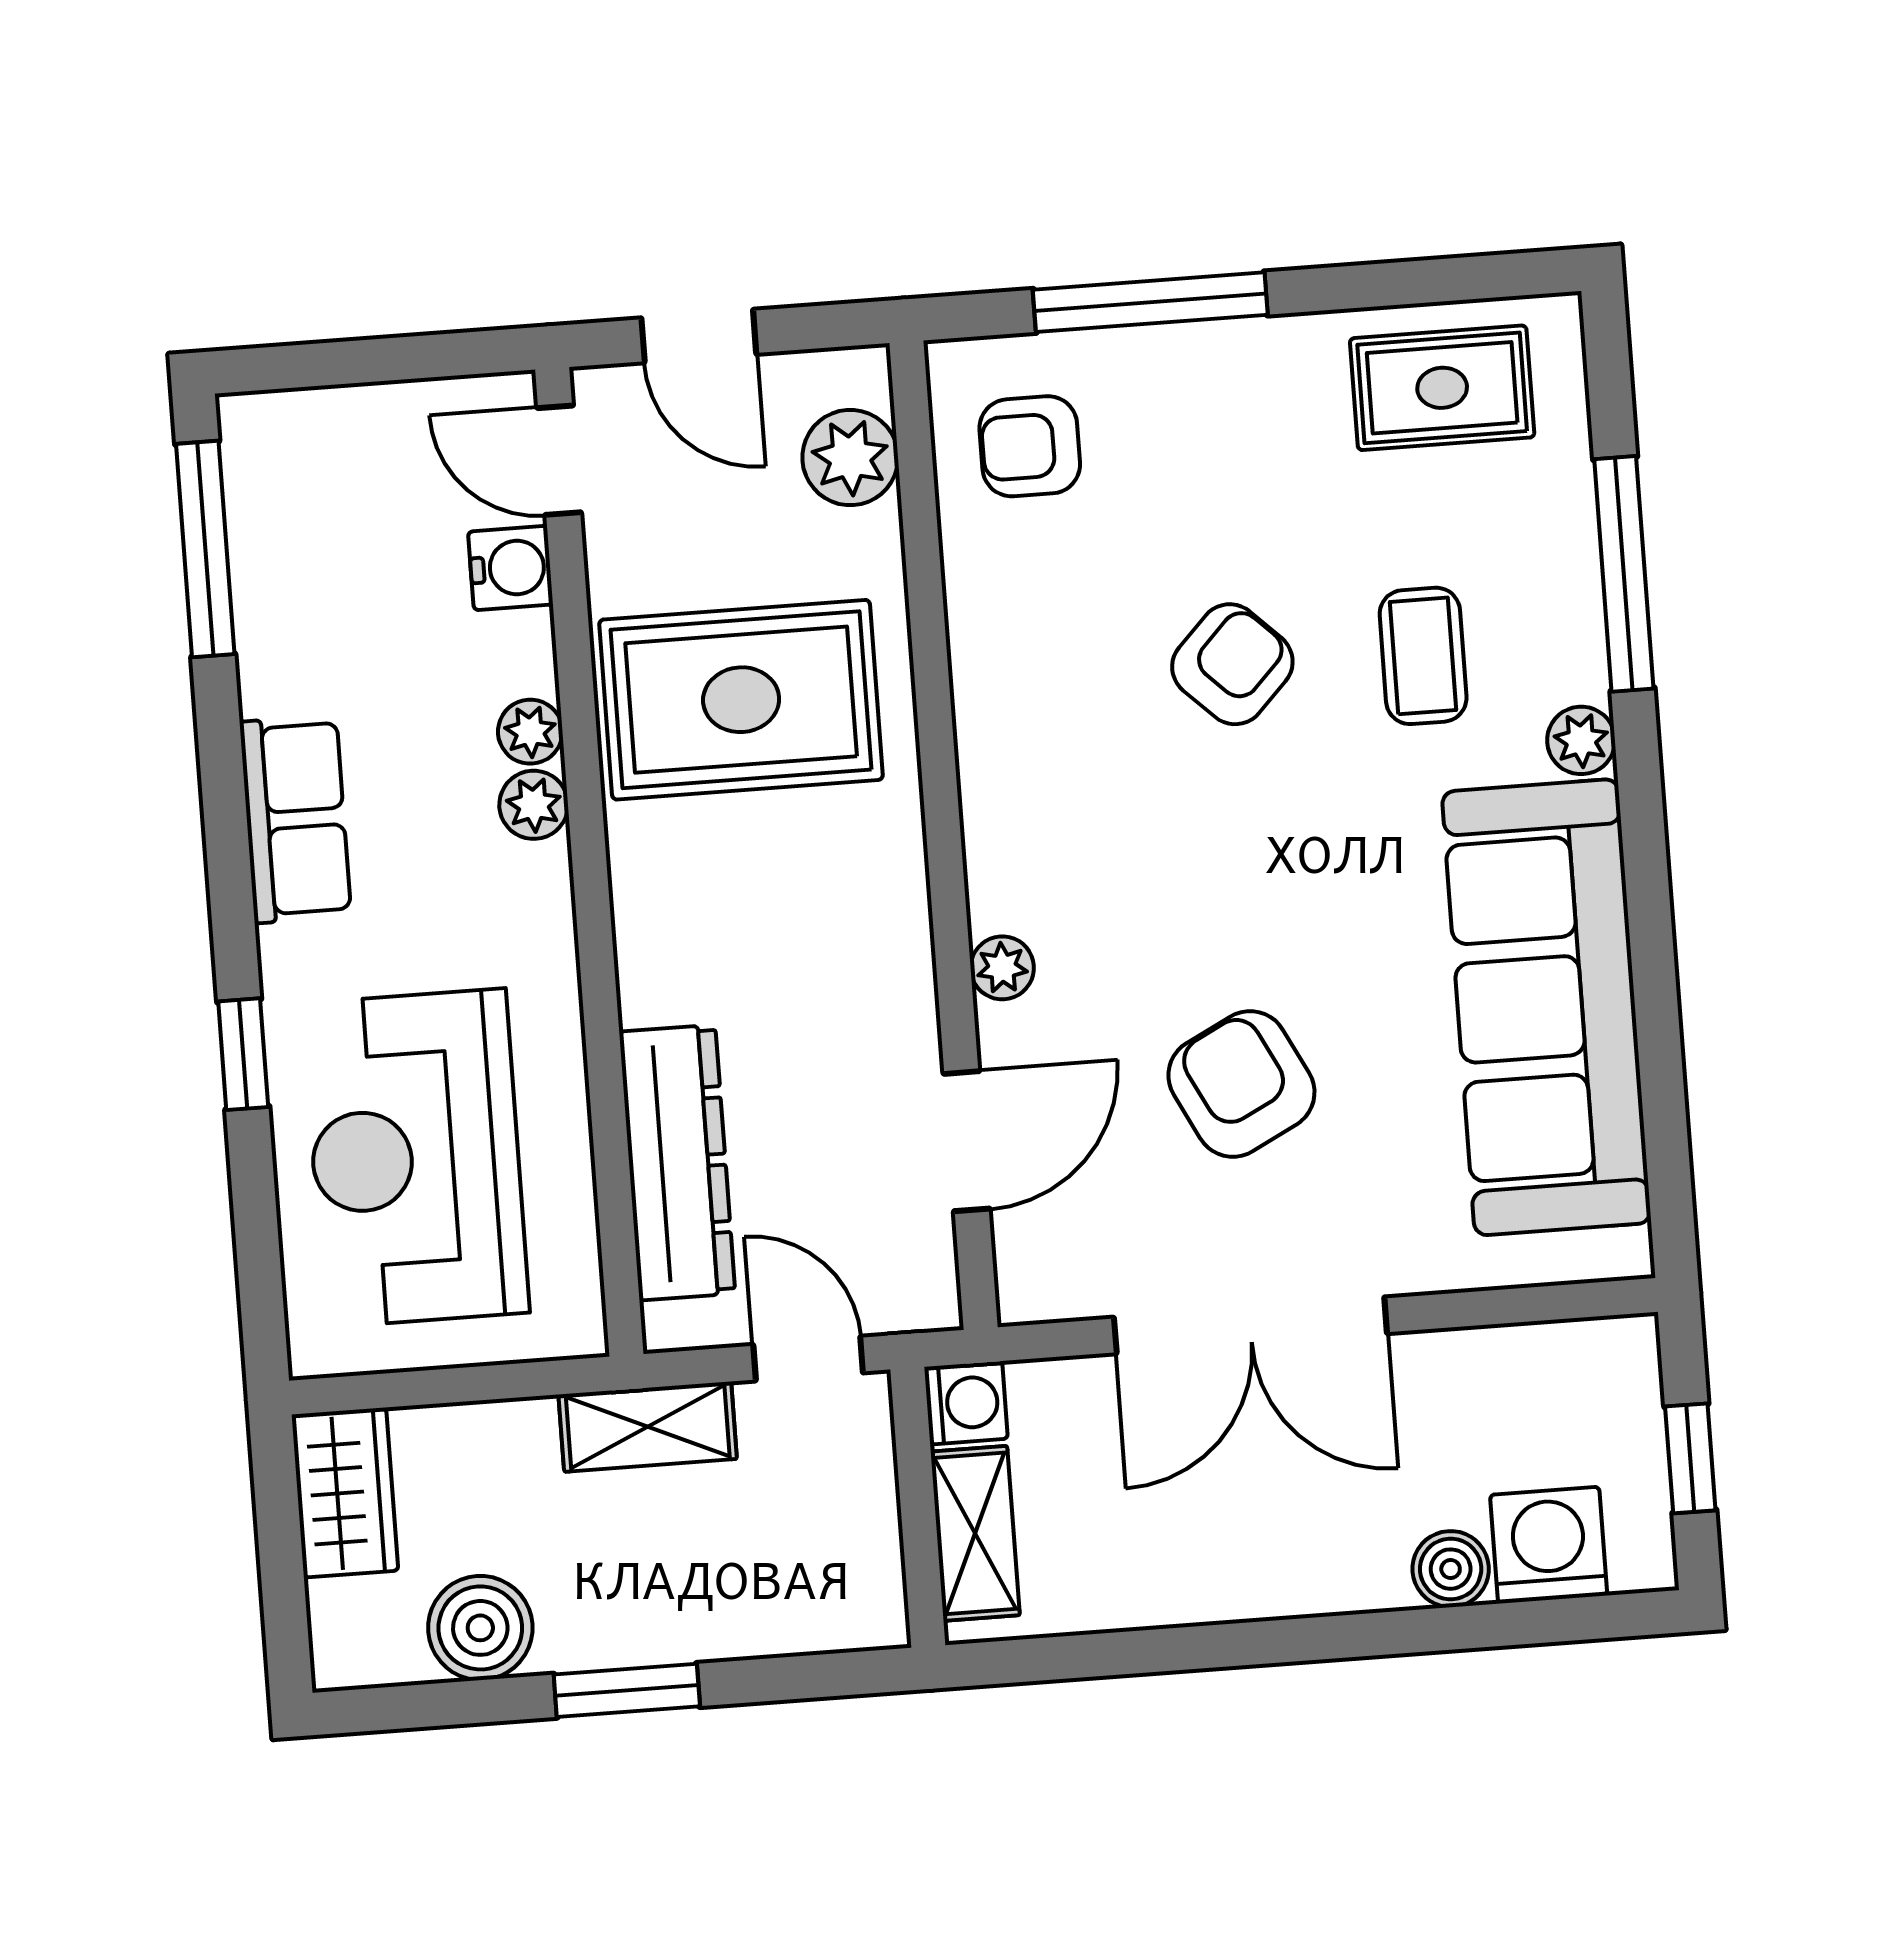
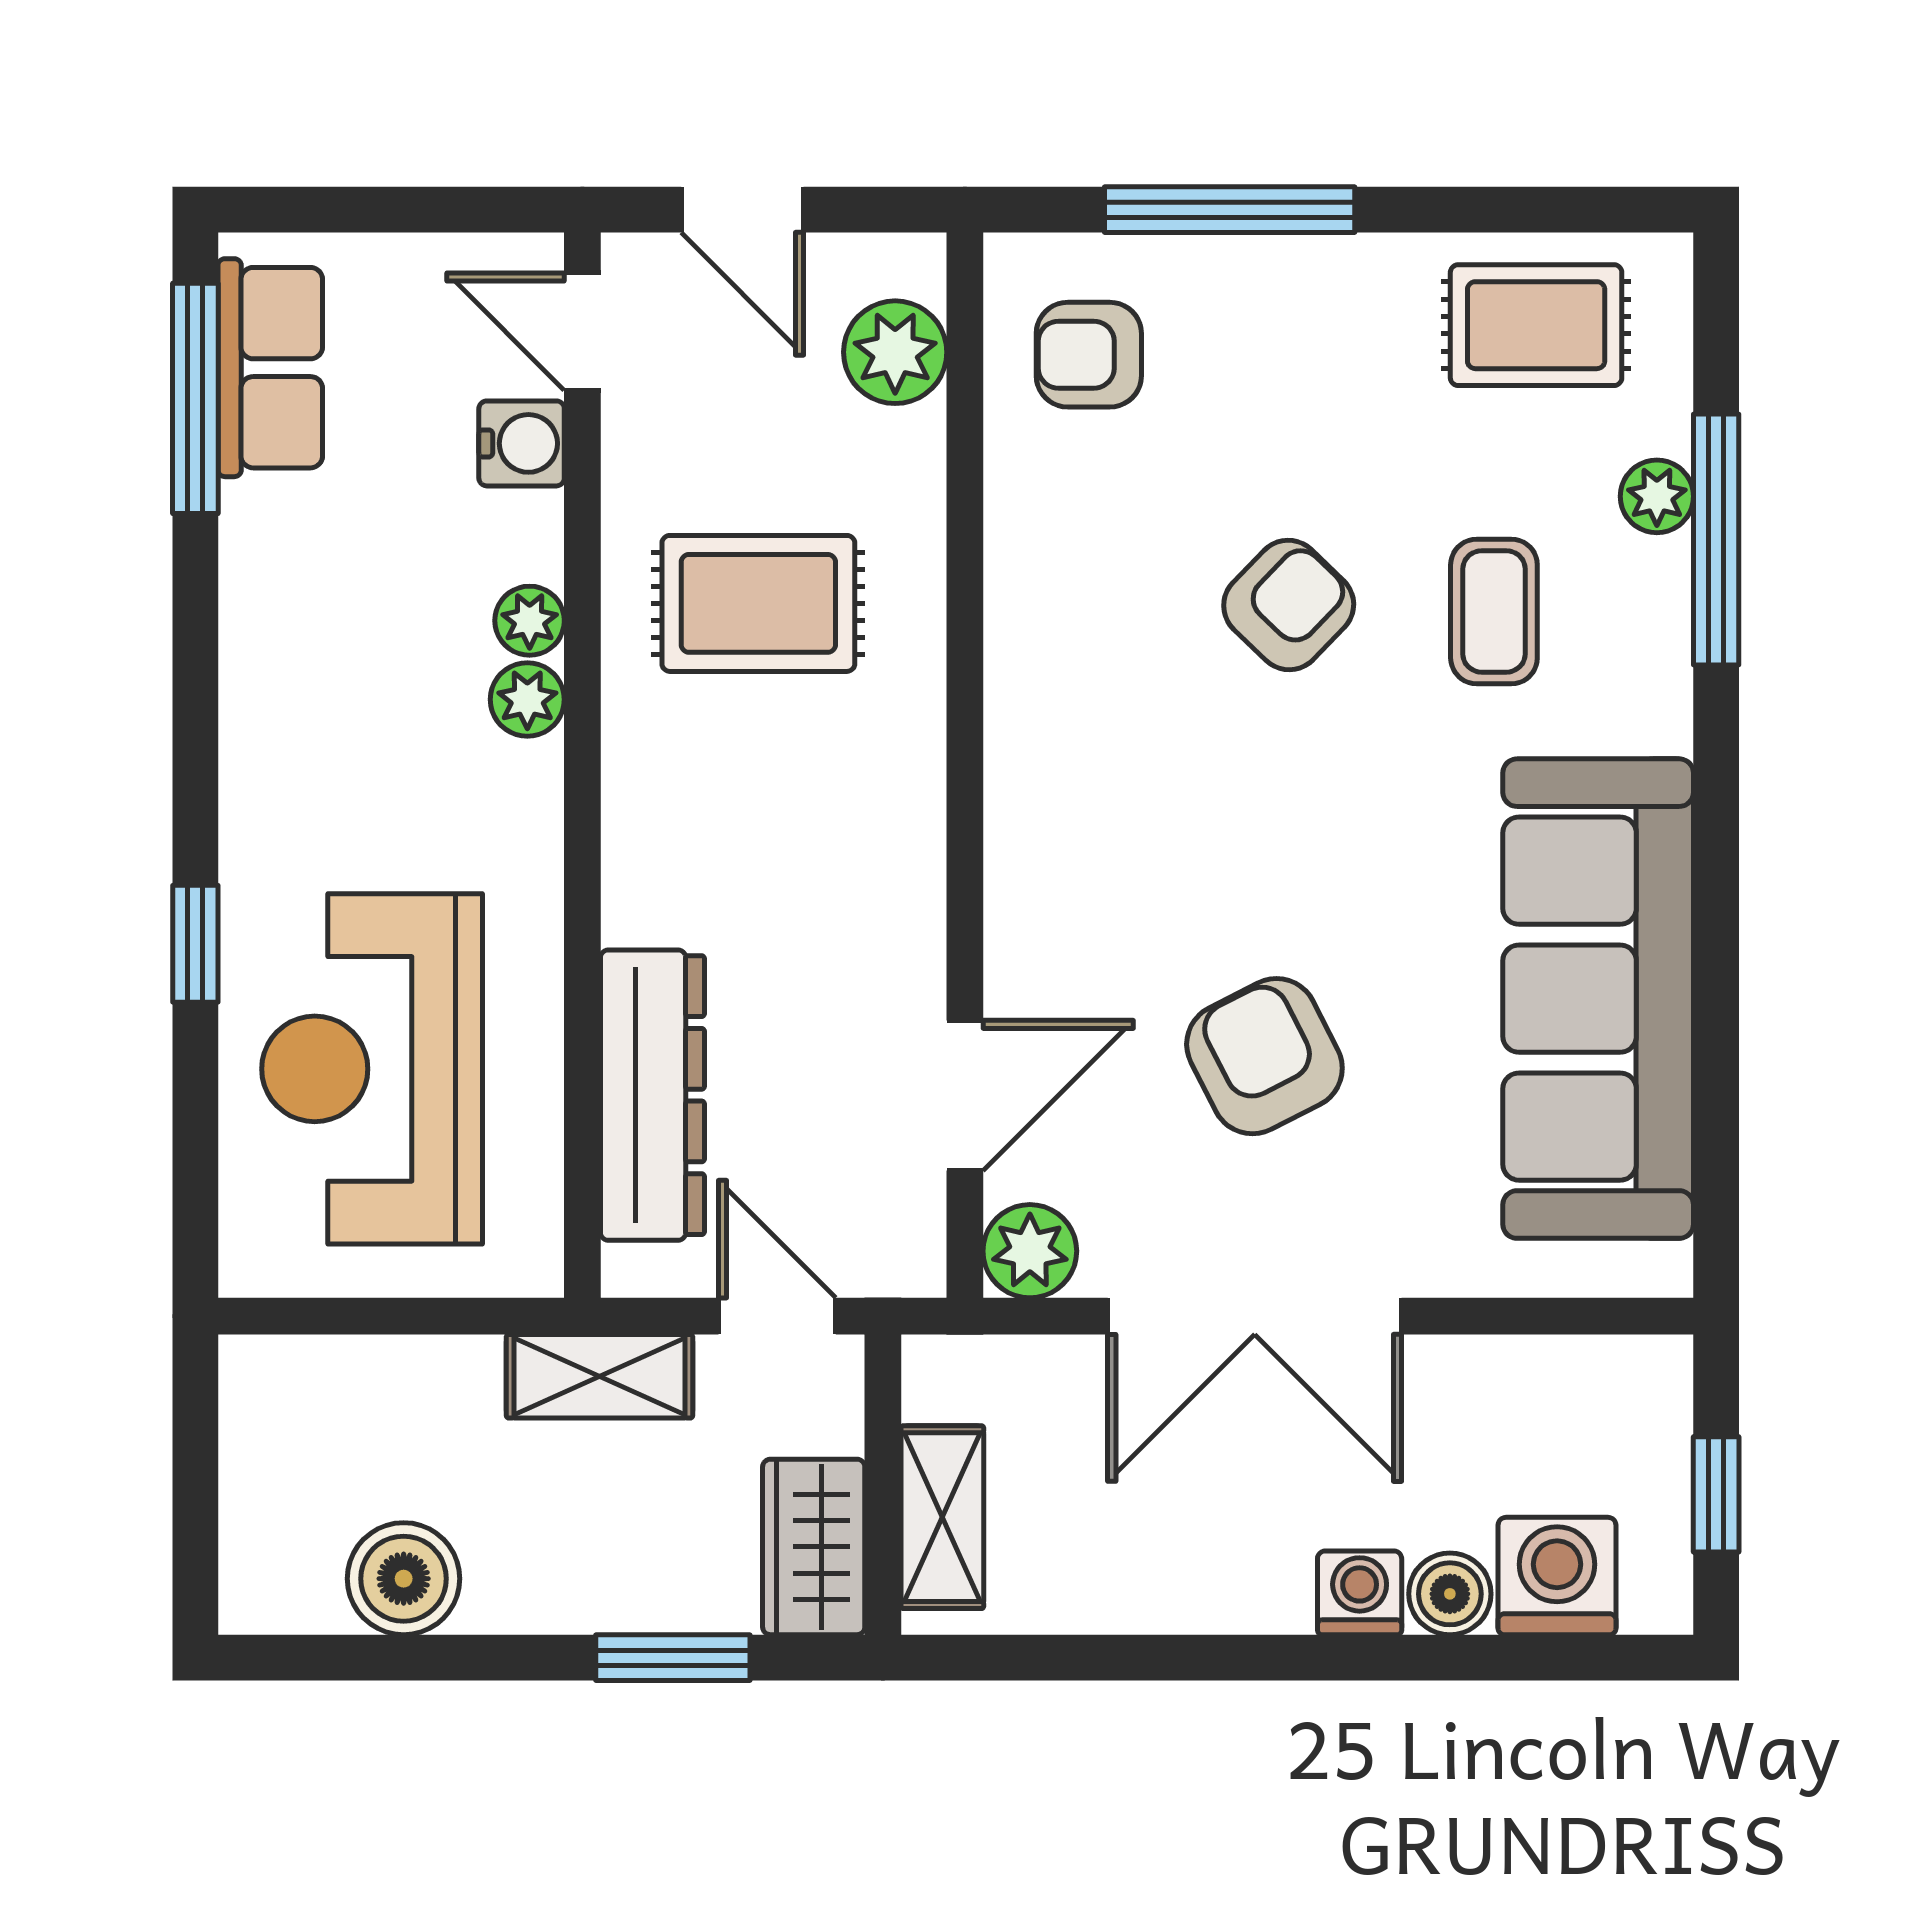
rug: (741, 700) -> (758, 603), width x0.73, depth x0.70
plant: (1581, 740) -> (1657, 496), moved
row of seats: (295, 819) -> (270, 368), moved
plant: (1002, 968) -> (1030, 1251), moved, width x1.38, depth x1.38
washing machine: (966, 1403) -> (1360, 1593), moved, turned -90
wardrobe: (345, 1493) -> (814, 1547), moved, turned 180
window: (627, 1690) -> (673, 1658), moved

